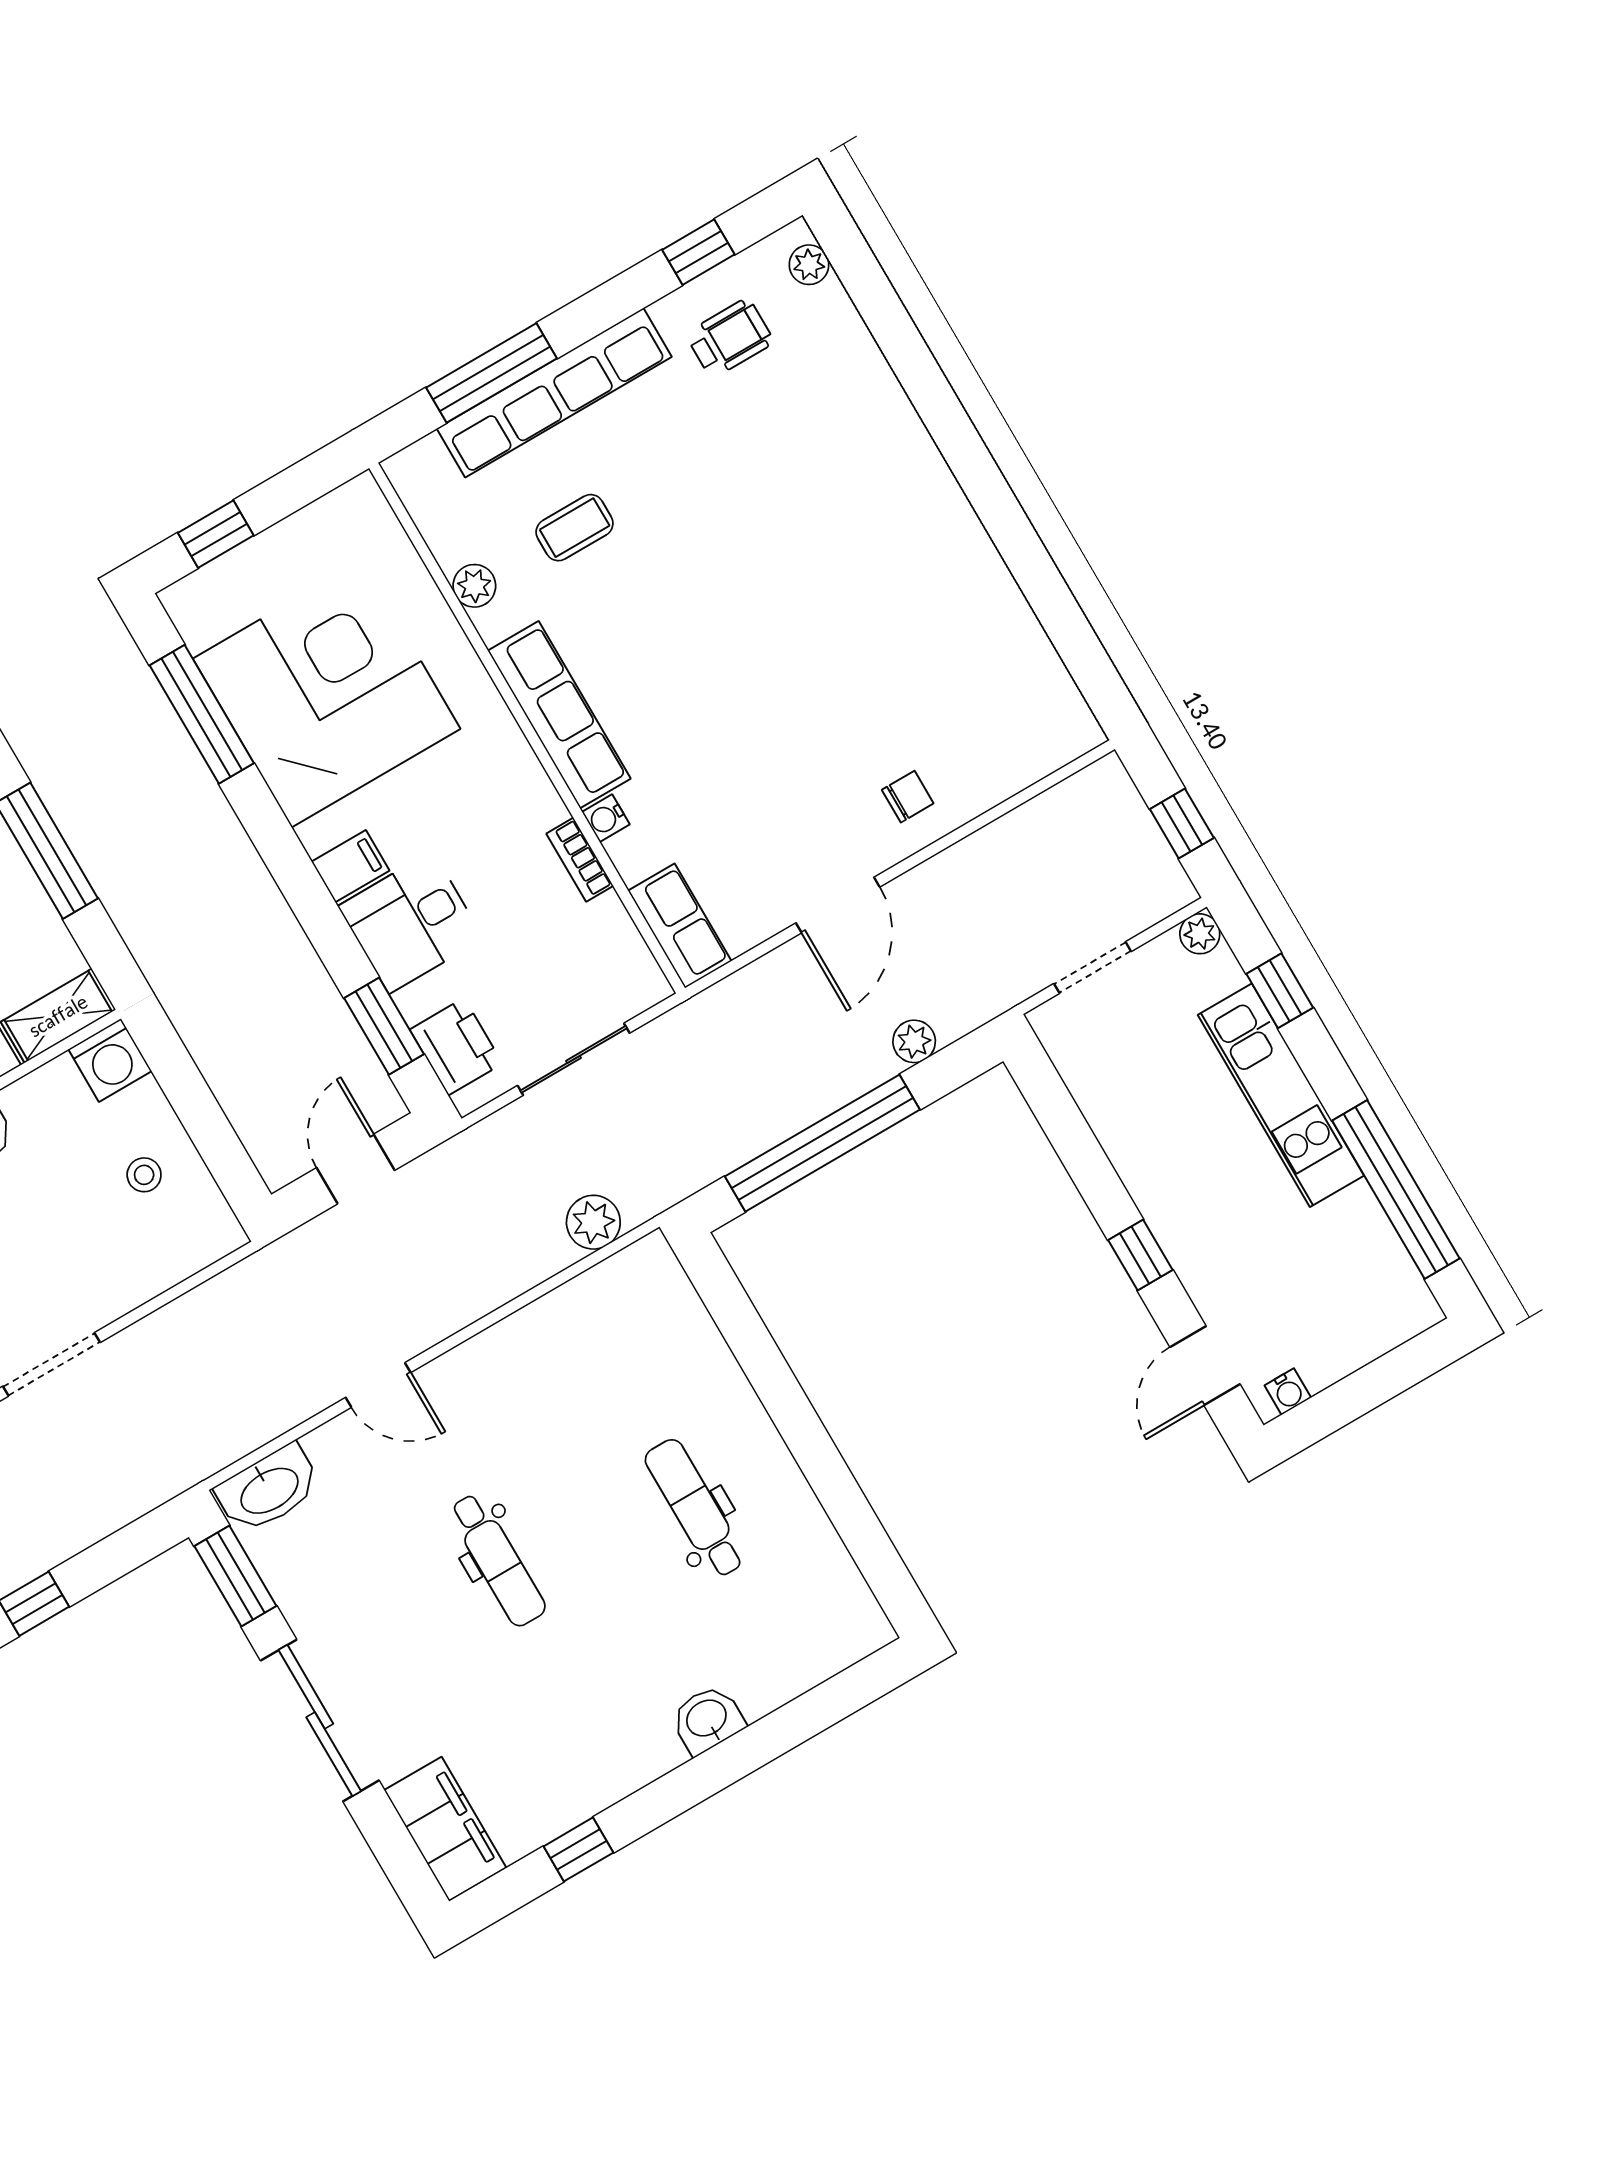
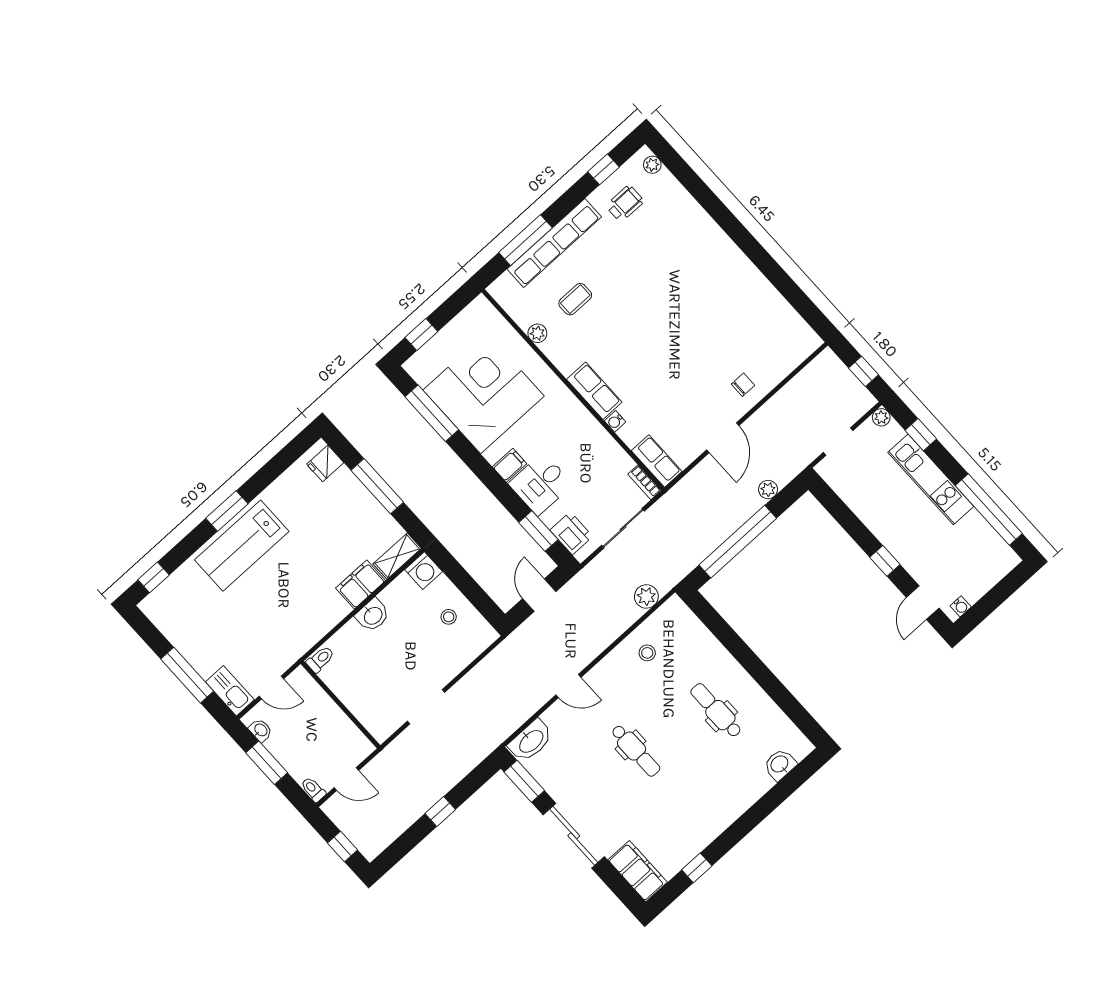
row of seats: (559, 715) -> (594, 391), width x0.68
bookcase: (580, 860) -> (644, 482), moved
stool: (569, 1348) -> (647, 653), added
washbasin: (707, 1719) -> (780, 764), moved

